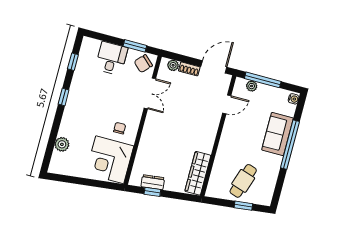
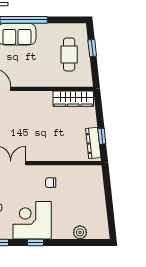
corner desk: (110, 160) -> (32, 220), moved, turned 180
cafe table: (243, 181) -> (69, 54), turned 72
dresser: (153, 182) -> (93, 143), width x1.44

